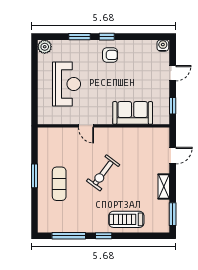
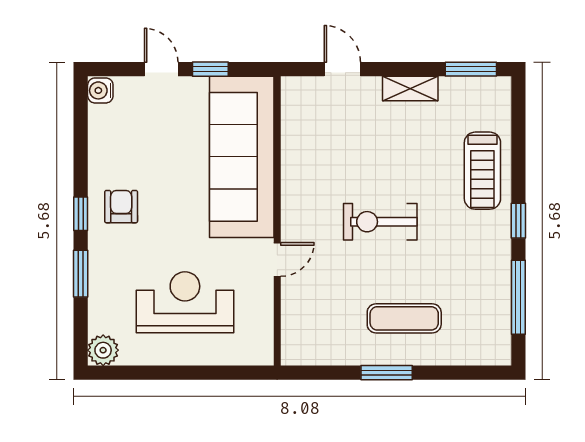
window: (173, 106) -> (210, 69), moved
sofa: (133, 113) -> (242, 157), width x1.85, depth x1.27
exercise bike: (103, 173) -> (380, 222), turned 143

